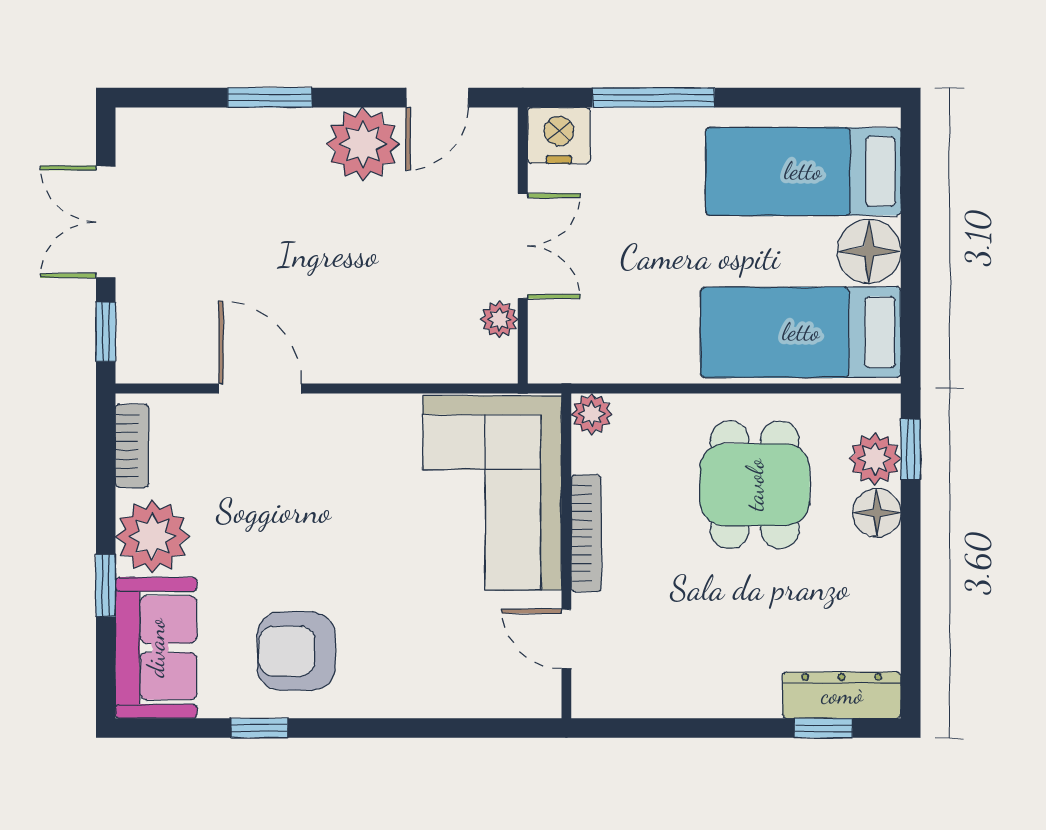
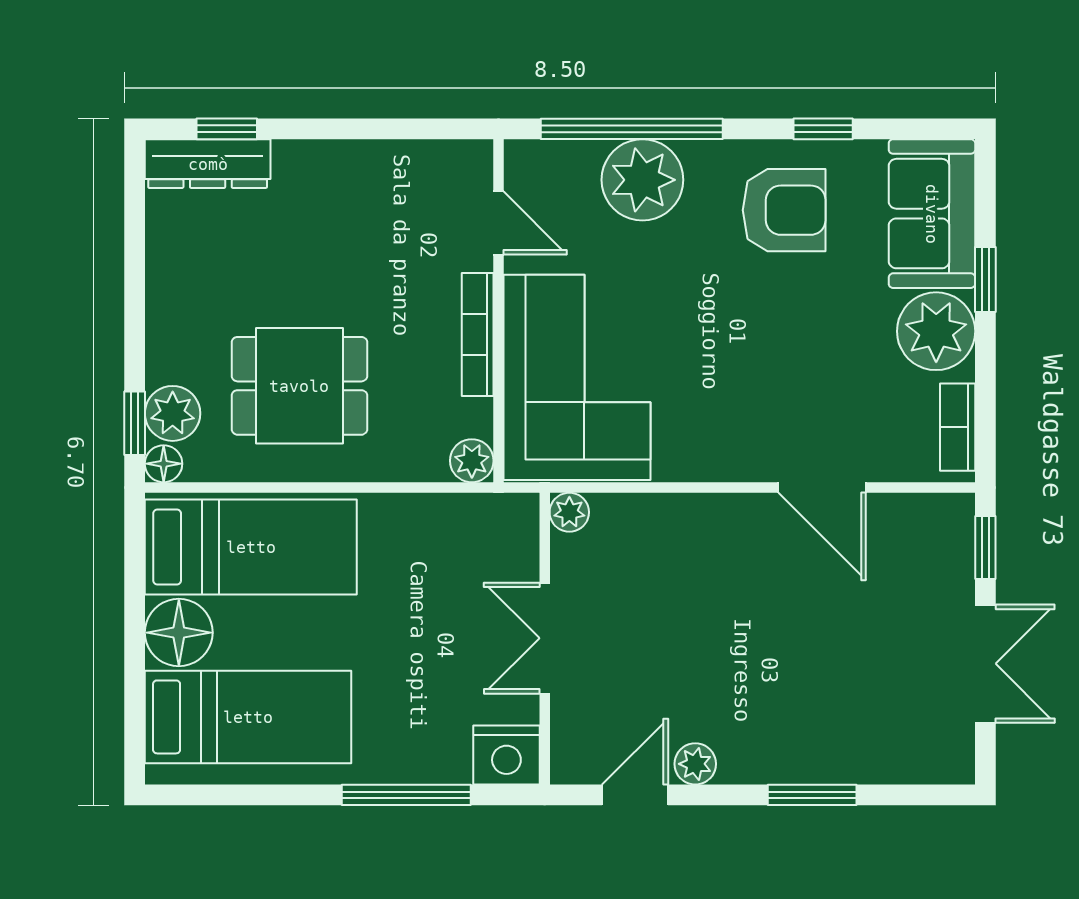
plant: (363, 144) -> (695, 764), width x0.53, depth x0.53
plant: (499, 319) -> (569, 512), moved
dining table: (755, 485) -> (299, 386), turned 90
floor lamp: (877, 513) -> (164, 464), moved, width x0.73, depth x0.73
plant: (430, 680) -> (642, 180), added
window: (440, 728) -> (632, 129), added

